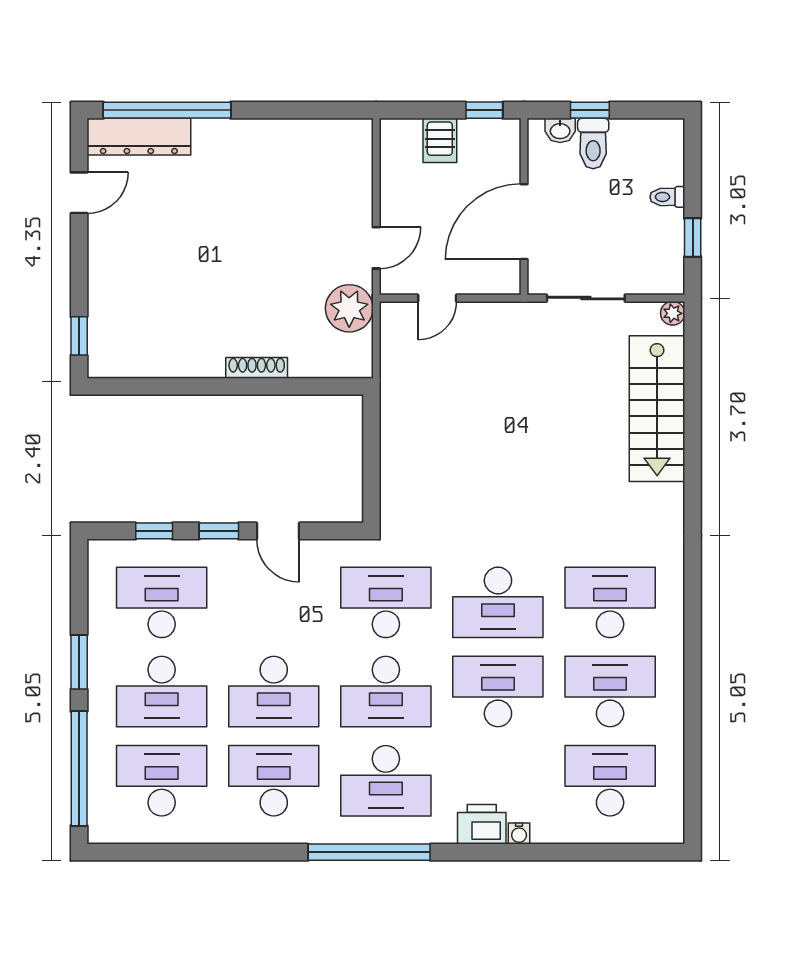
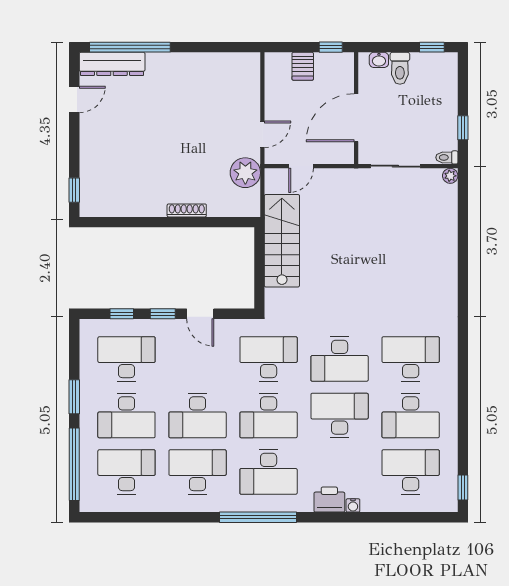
window: (590, 110) -> (432, 47), moved
toilet: (667, 197) -> (447, 157), moved
stairs: (657, 409) -> (282, 241), moved, turned 180
desk: (610, 692) -> (411, 415), turned 180
window: (693, 805) -> (463, 487), added

